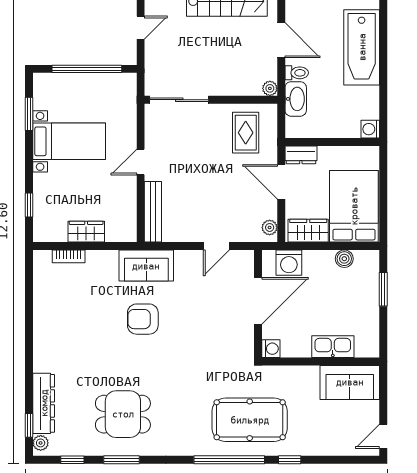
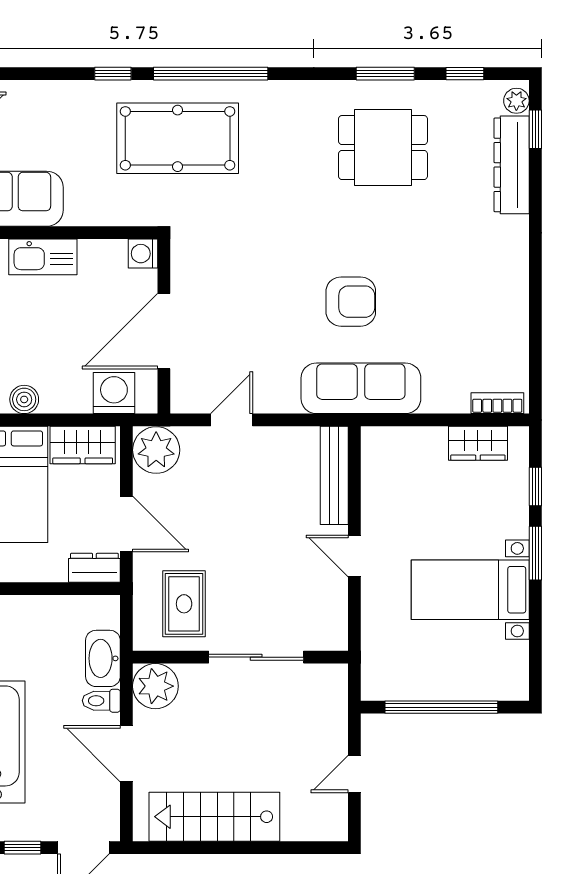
plant: (270, 88) -> (155, 686), width x1.88, depth x1.88
sliding door: (179, 100) -> (256, 657), moved
window: (29, 114) -> (535, 553), moved
door: (141, 162) -> (354, 556), swing flipped
plant: (270, 227) -> (156, 450), width x1.87, depth x1.87
wardrobe: (86, 232) -> (478, 443), moved
bookcase: (69, 256) -> (497, 403), moved
sofa: (146, 266) -> (361, 388), width x1.36

